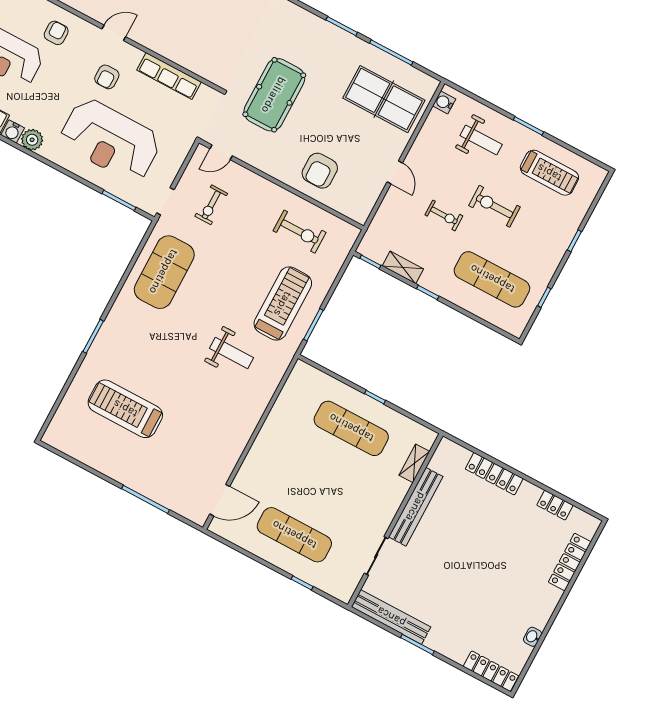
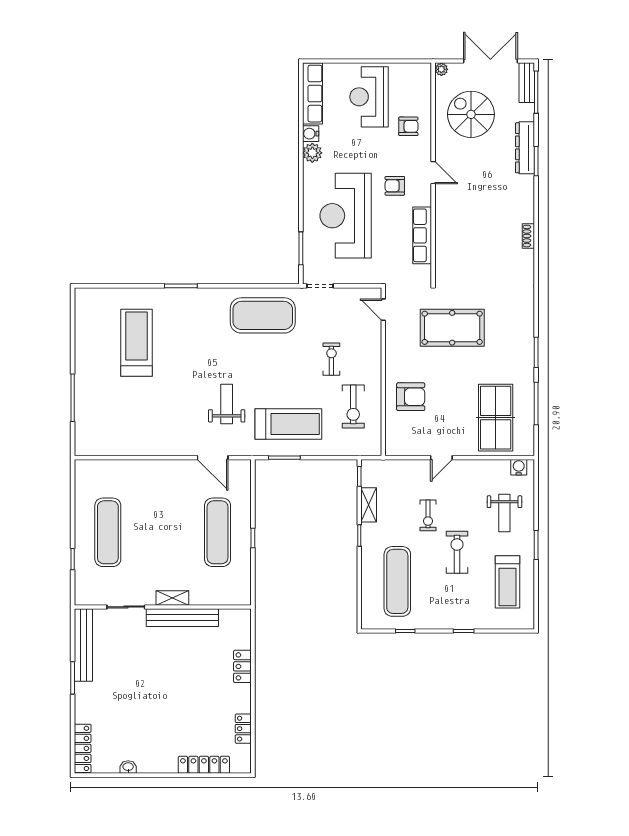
armchair: (320, 171) -> (411, 397), turned 180
exercise bike: (211, 205) -> (331, 359), moved, turned 90
weight bench: (231, 353) -> (227, 404), turned 180
shelving: (414, 463) -> (172, 598), moved
locker: (494, 474) -> (242, 666), width x0.66
door: (220, 500) -> (213, 458), moved

